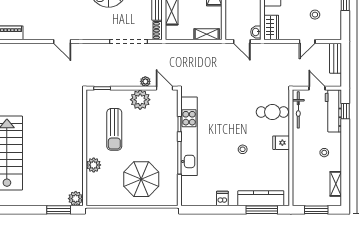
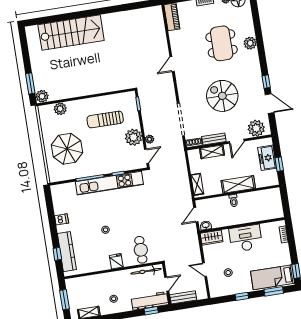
bench: (335, 58) -> (183, 297), moved
plant: (94, 165) -> (60, 109), moved
window: (262, 210) -> (57, 254), width x0.46

